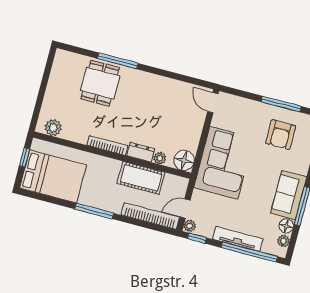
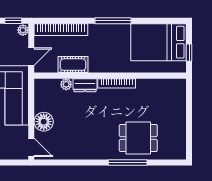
dining table: (100, 83) -> (138, 138), turned 90
plant: (53, 128) -> (170, 86), removed
floor lamp: (184, 160) -> (44, 122), moved
cot: (141, 178) -> (73, 65), width x0.73, depth x0.75
door: (185, 209) -> (31, 57), moved

